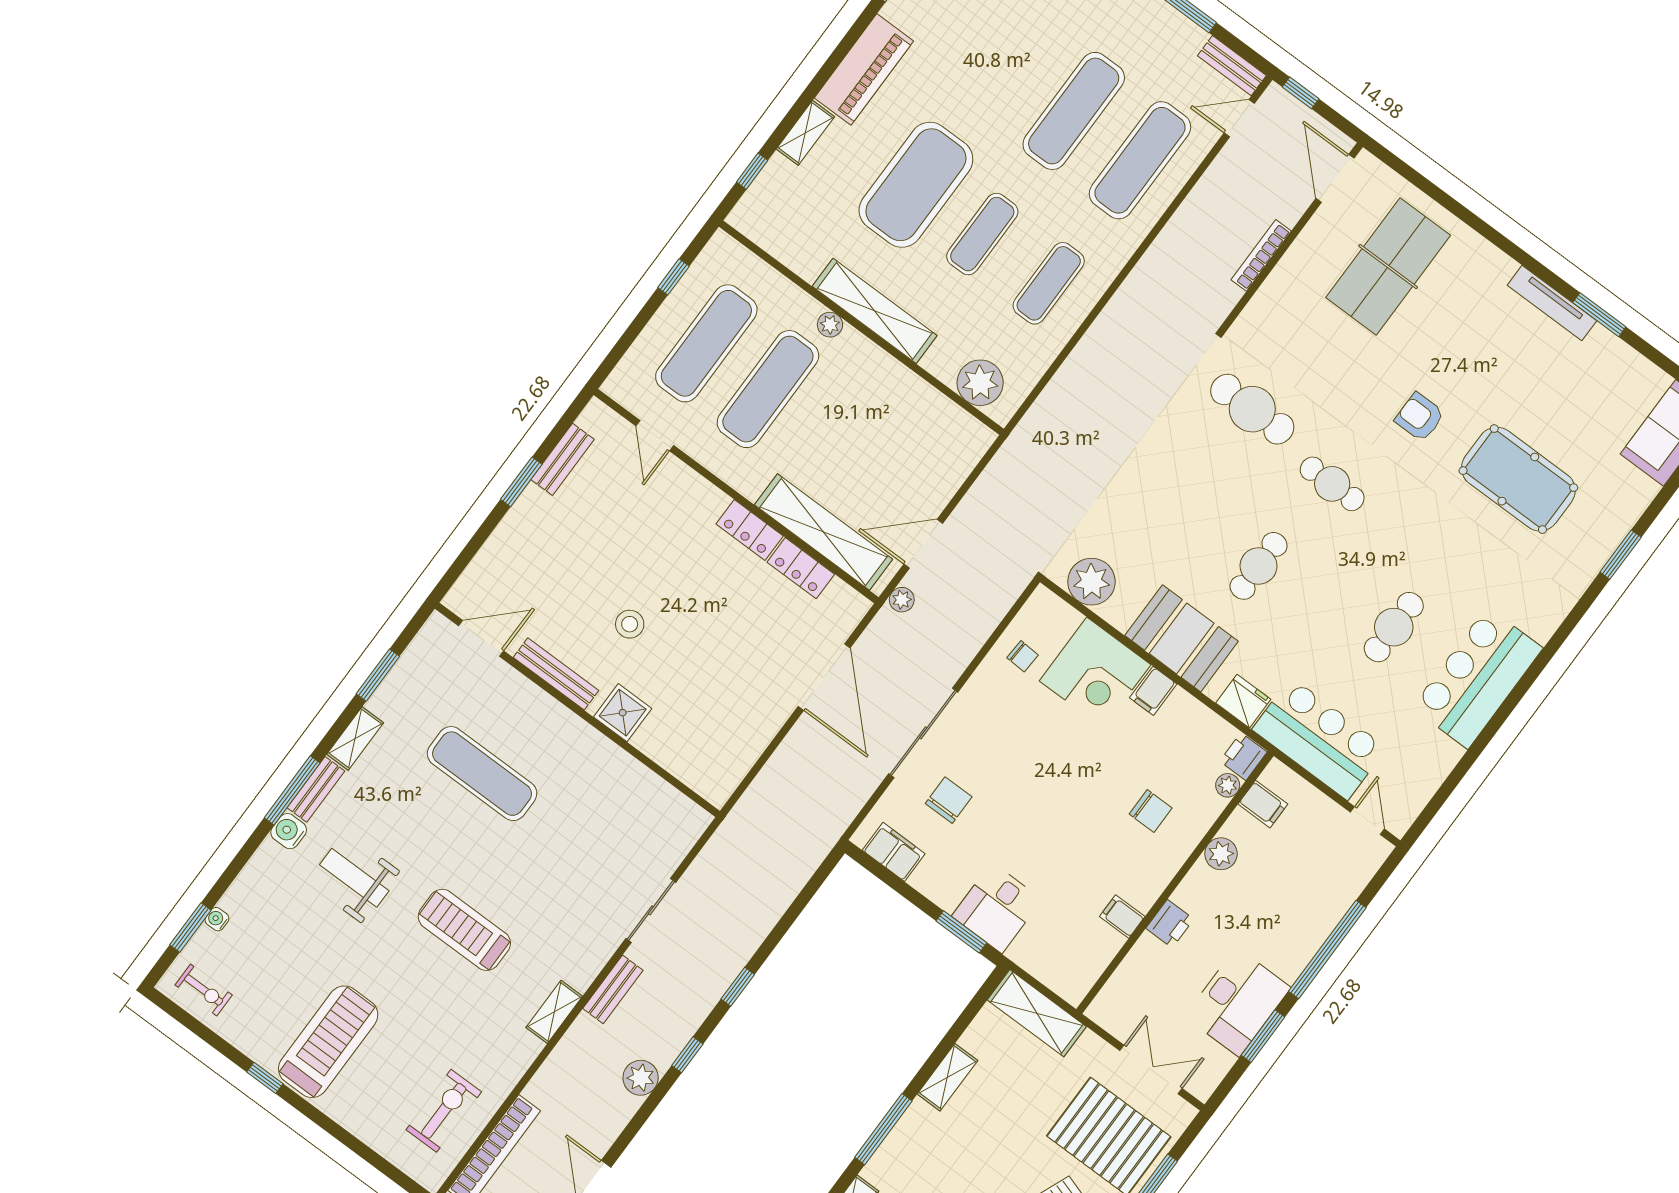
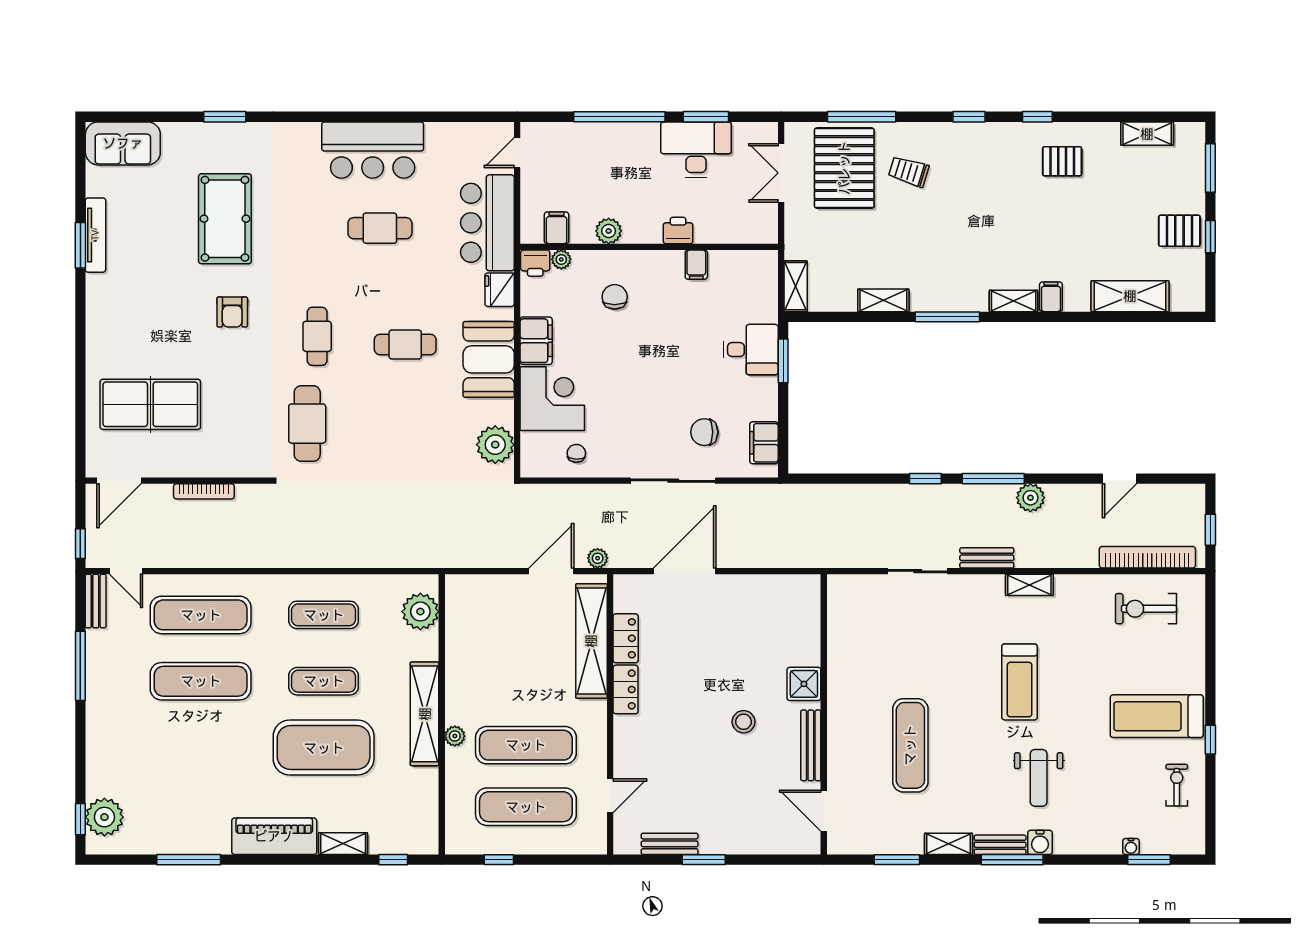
tv unit: (1552, 303) -> (95, 235), moved
door: (923, 544) -> (551, 571), swing flipped
filing cabinet: (1153, 691) -> (536, 341), width x2.00
exercise bike: (204, 990) -> (1177, 785), moved
shelving: (1037, 1013) -> (796, 286), width x0.67, depth x0.75
window: (687, 1055) -> (993, 479), width x2.17

